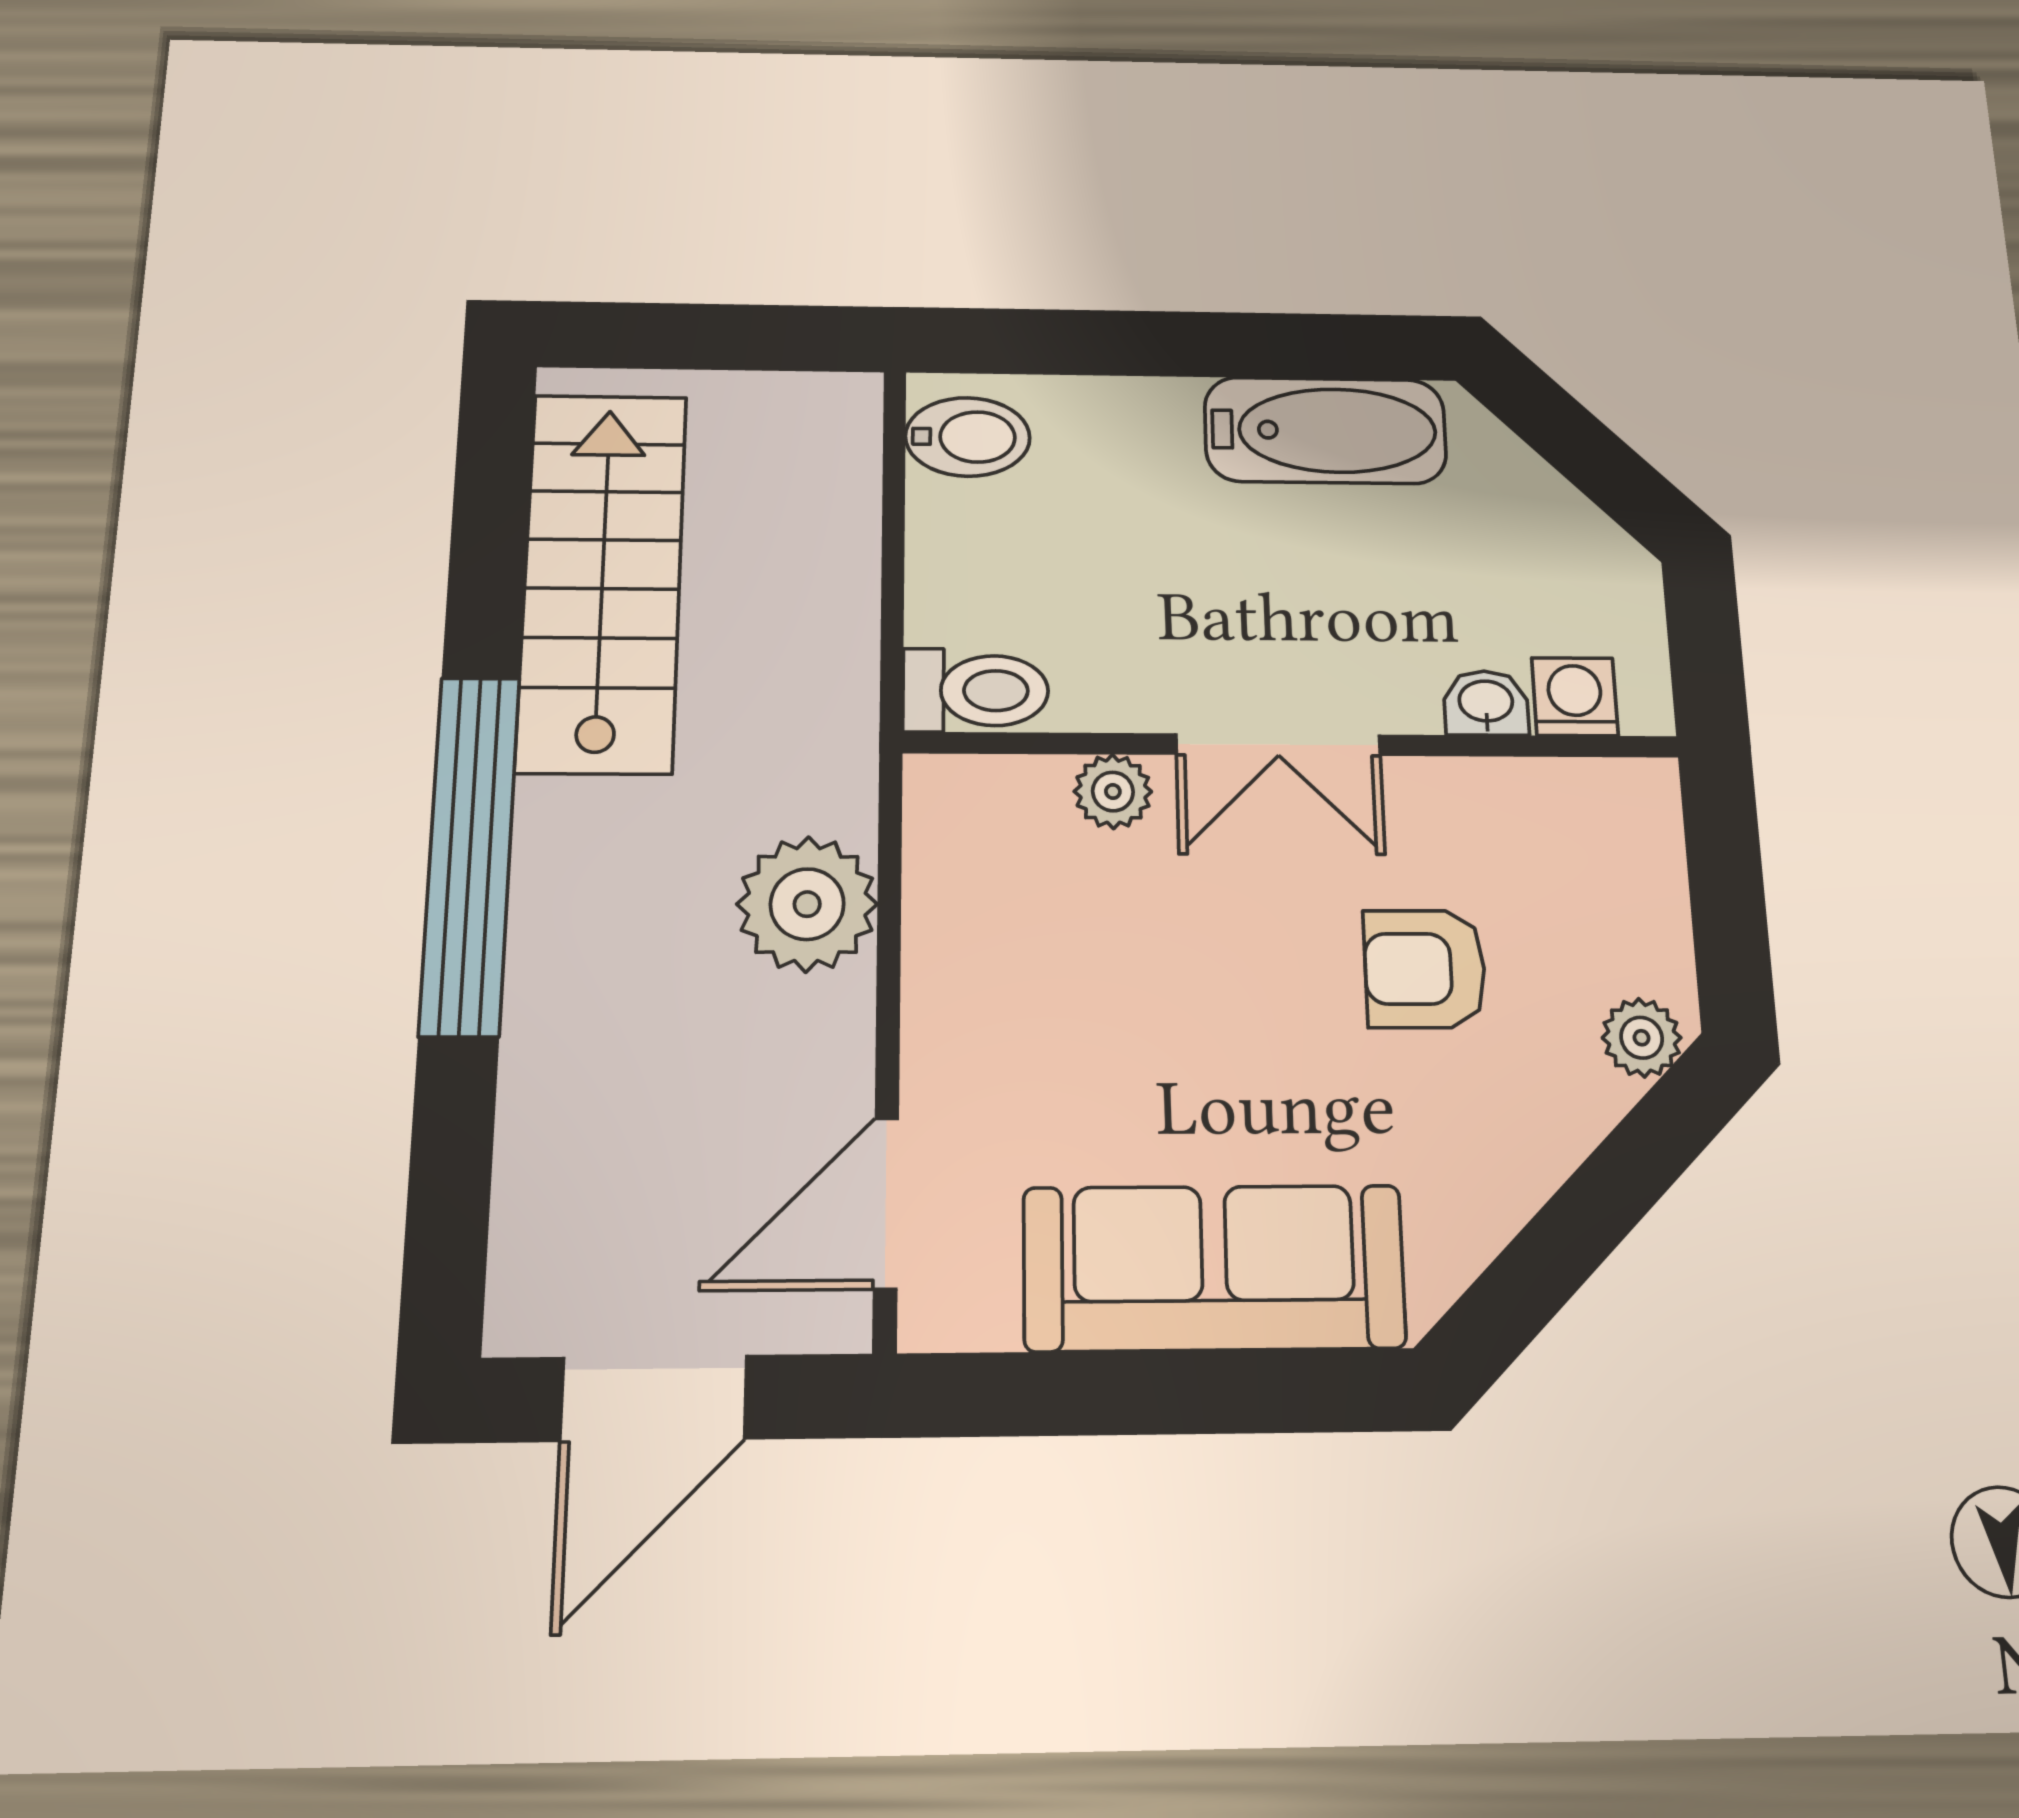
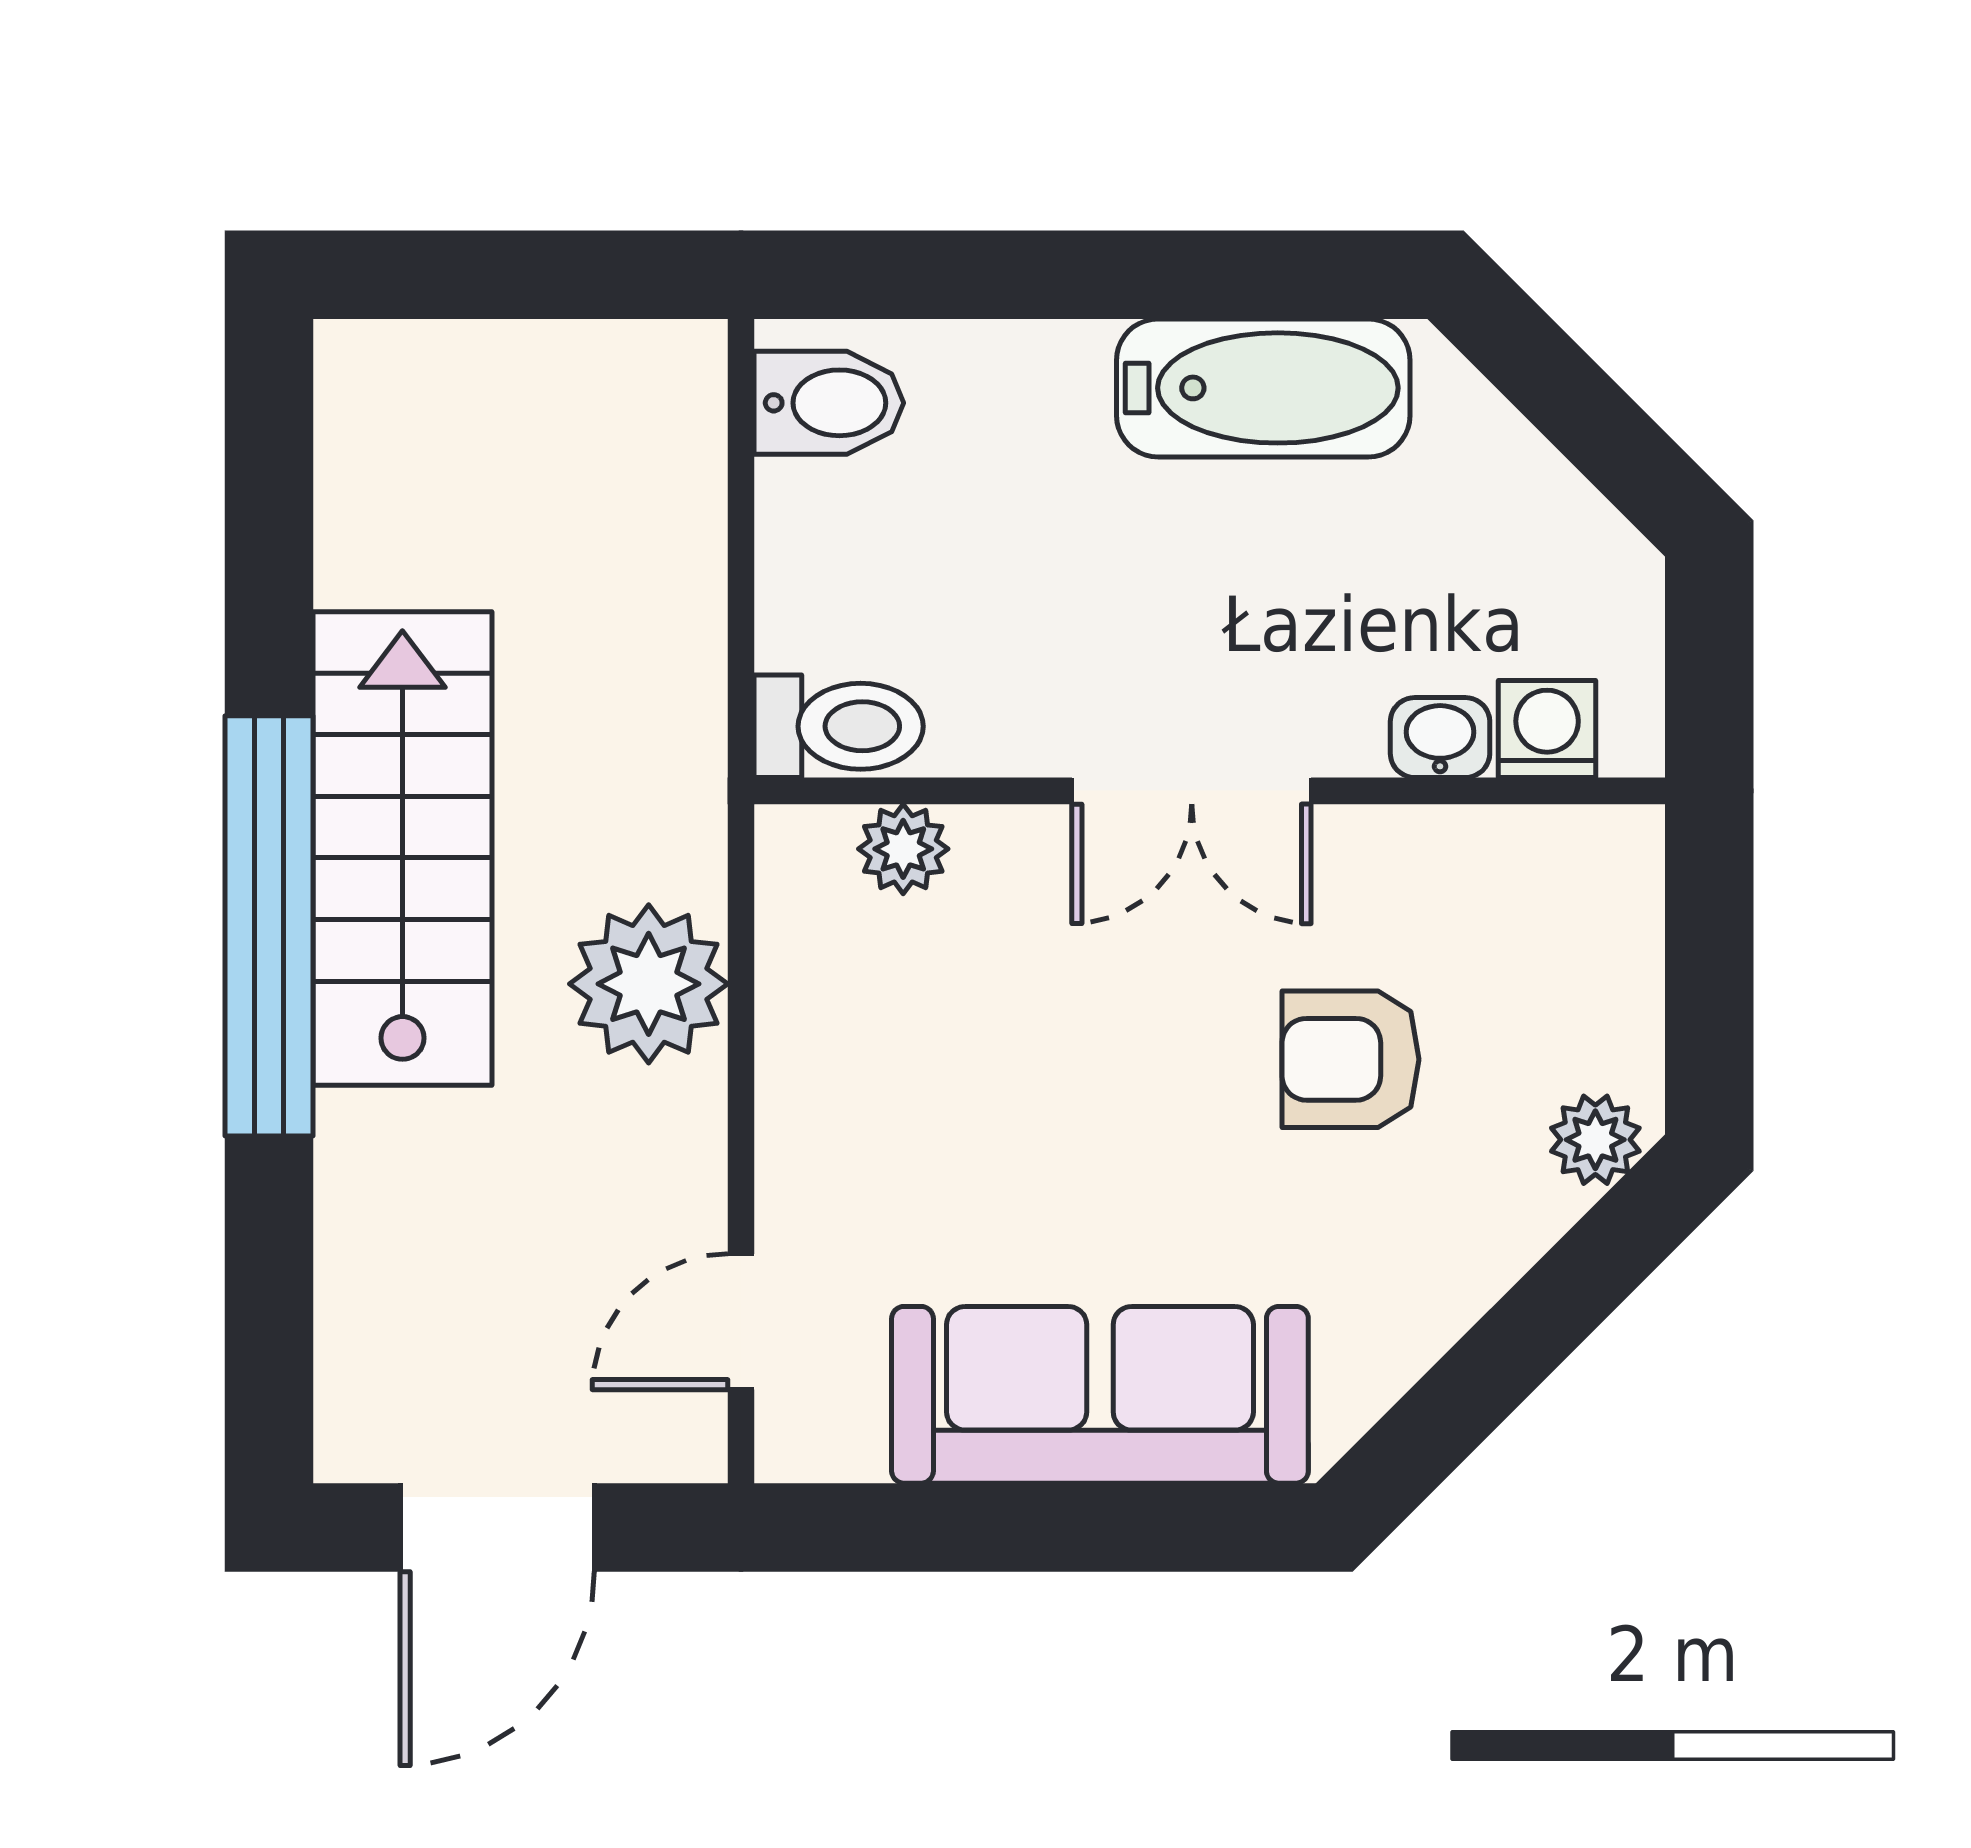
stairs: (602, 581) -> (402, 848), moved
plant: (1113, 792) -> (903, 849), moved
door: (886, 1203) -> (741, 1322), width x0.73

